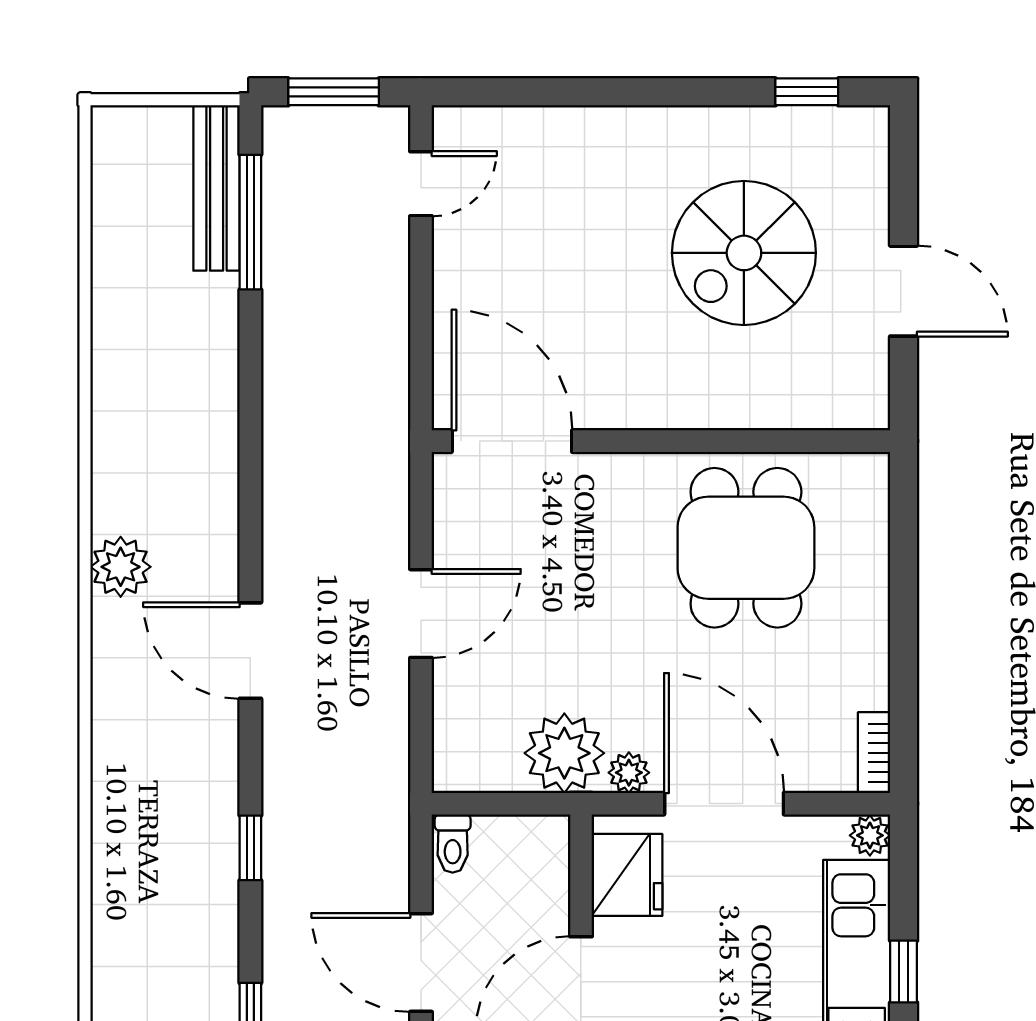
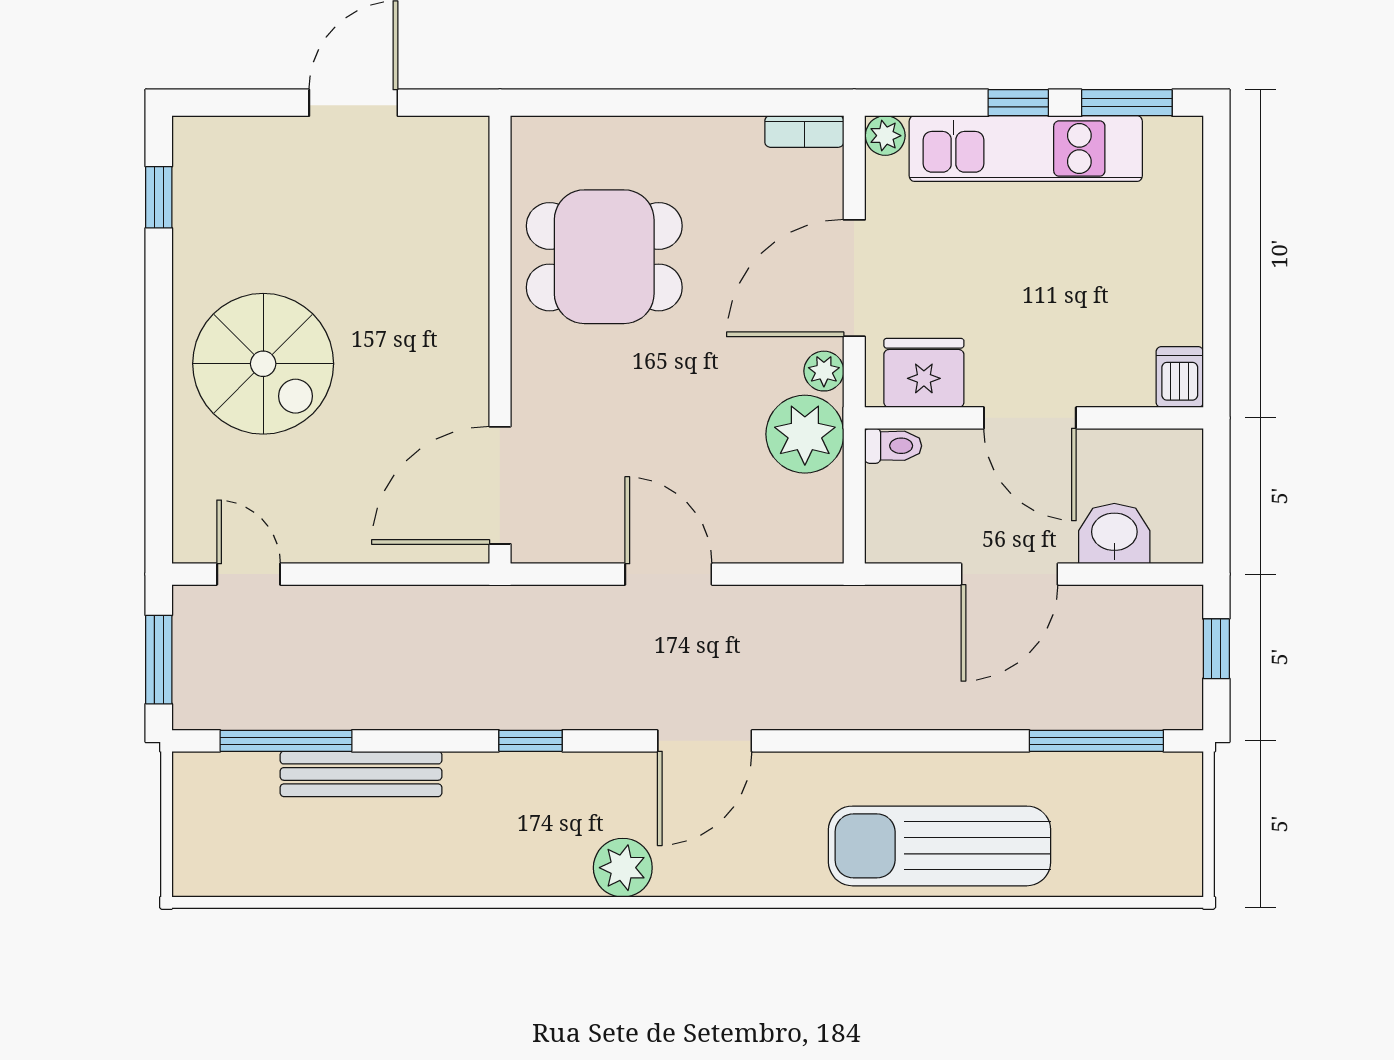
bench: (217, 188) -> (361, 774), moved
spiral stairs: (744, 253) -> (263, 364), moved
toilet: (453, 844) -> (893, 446), moved
window: (250, 848) -> (531, 741), moved
sun lounger: (143, 891) -> (940, 846), added

